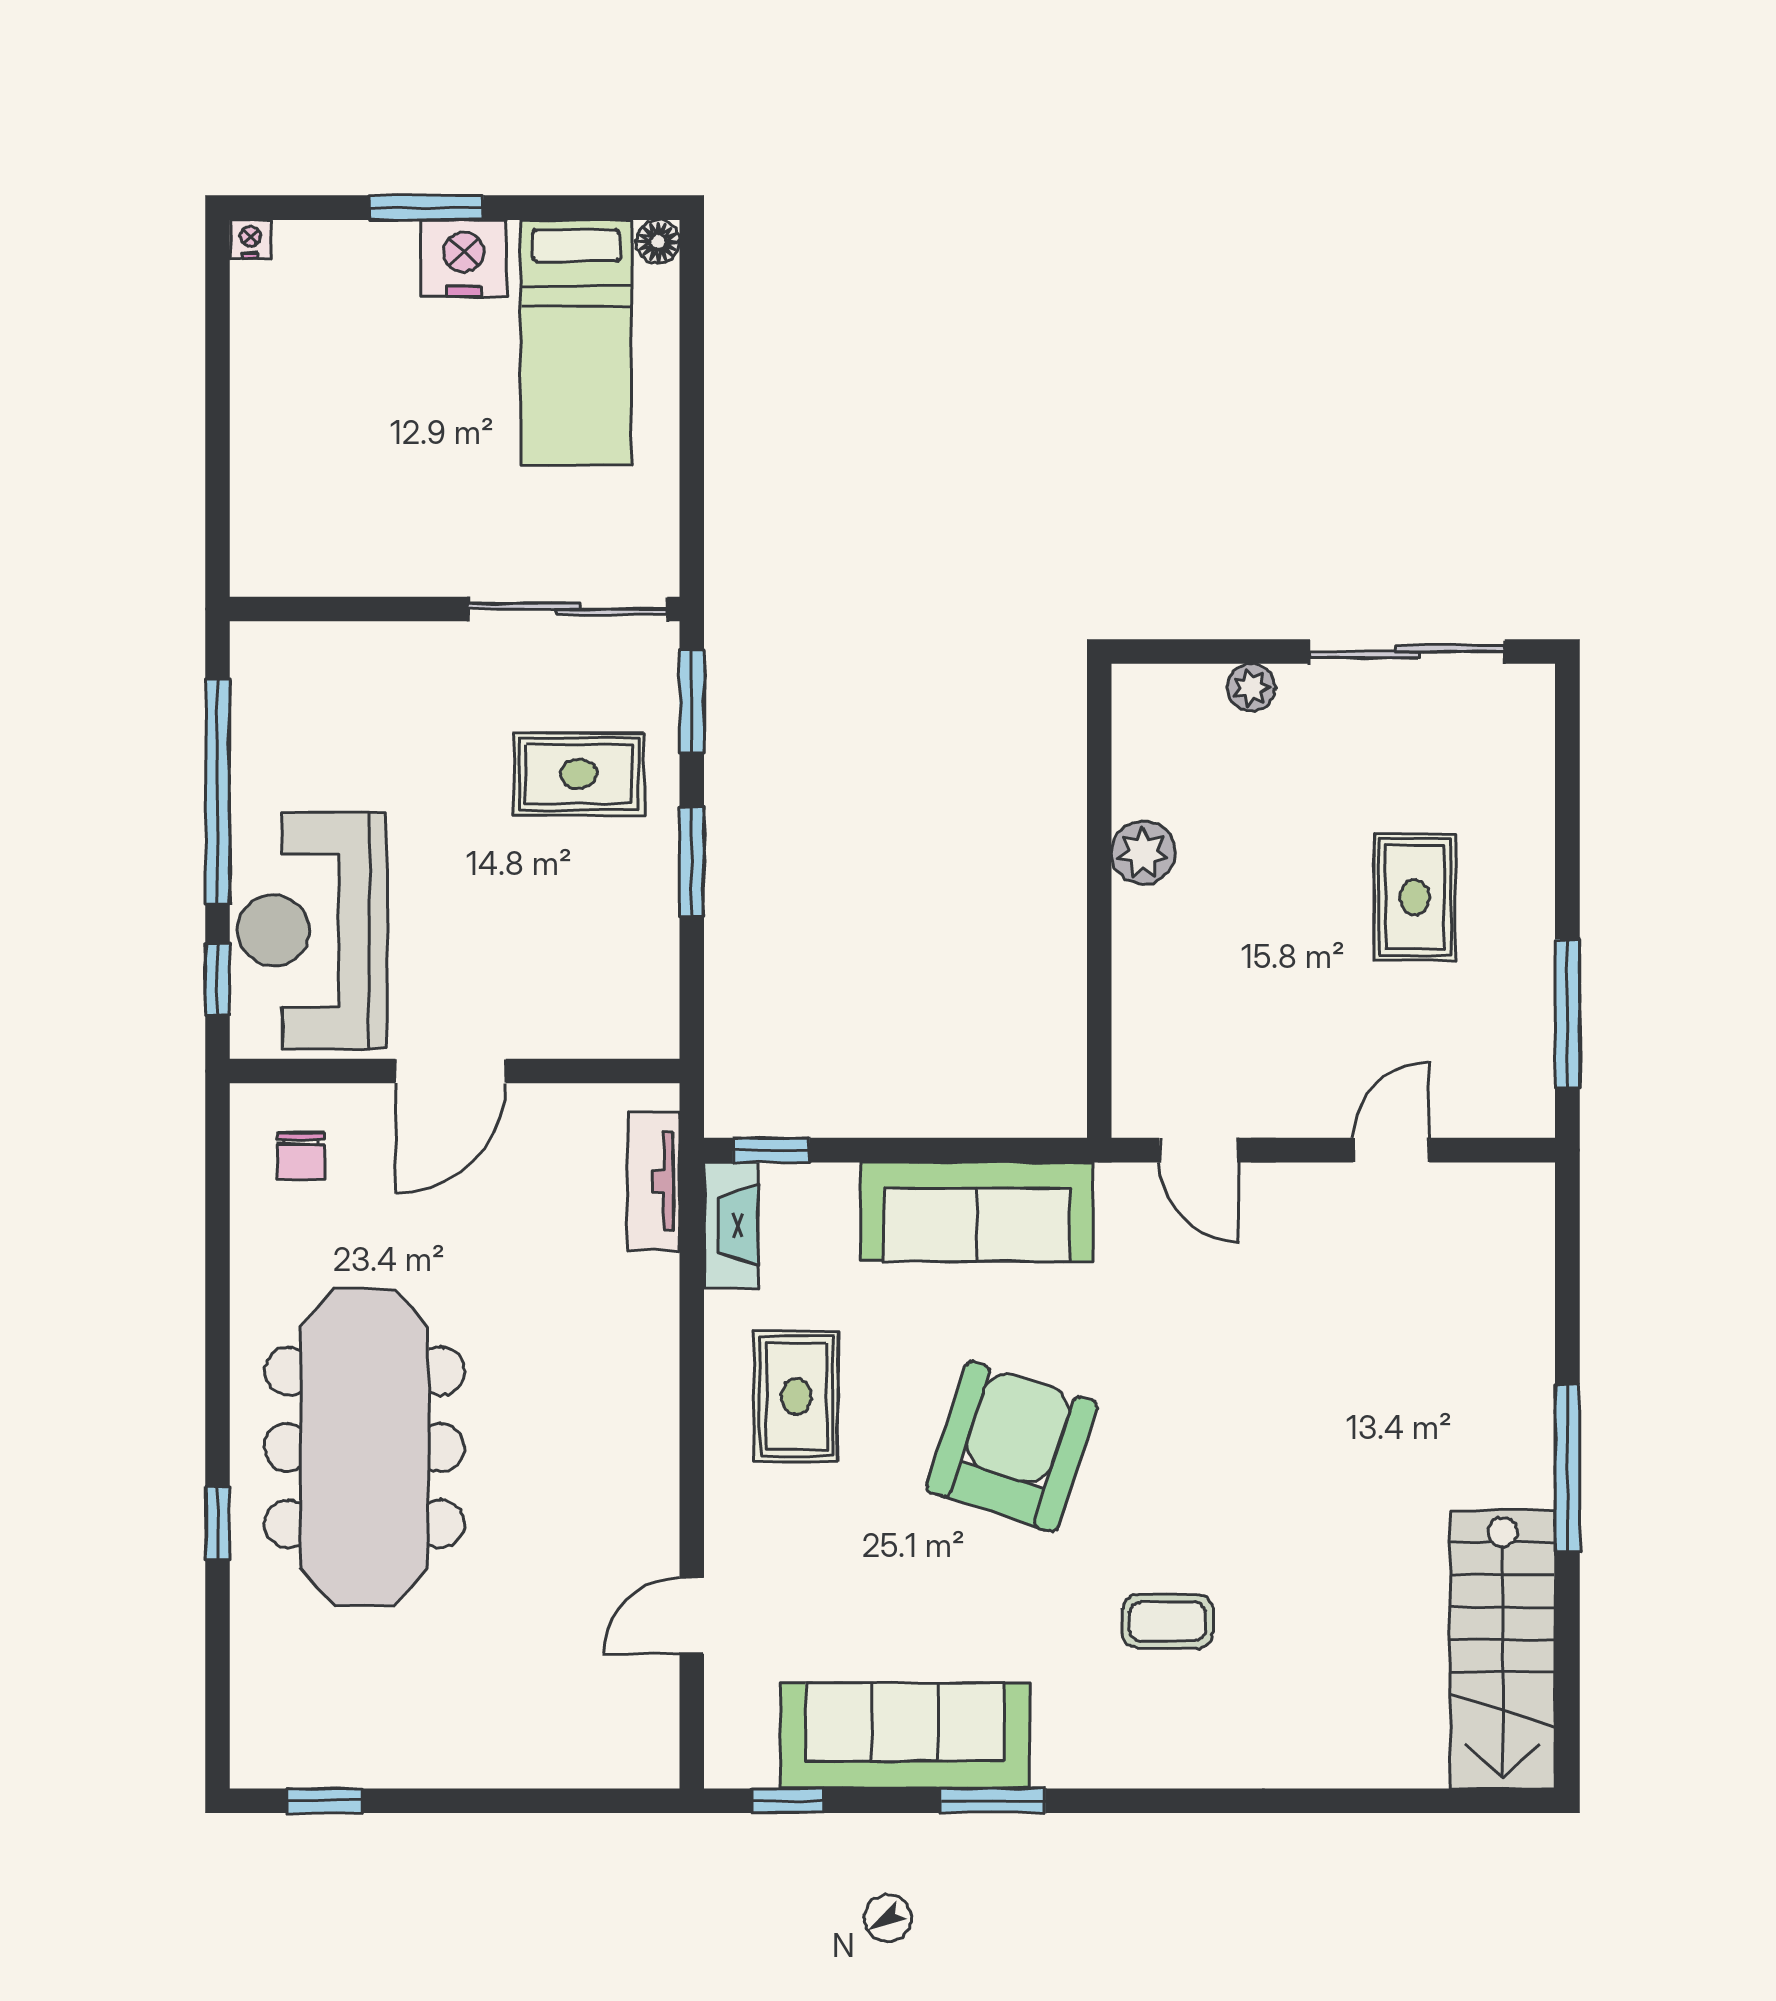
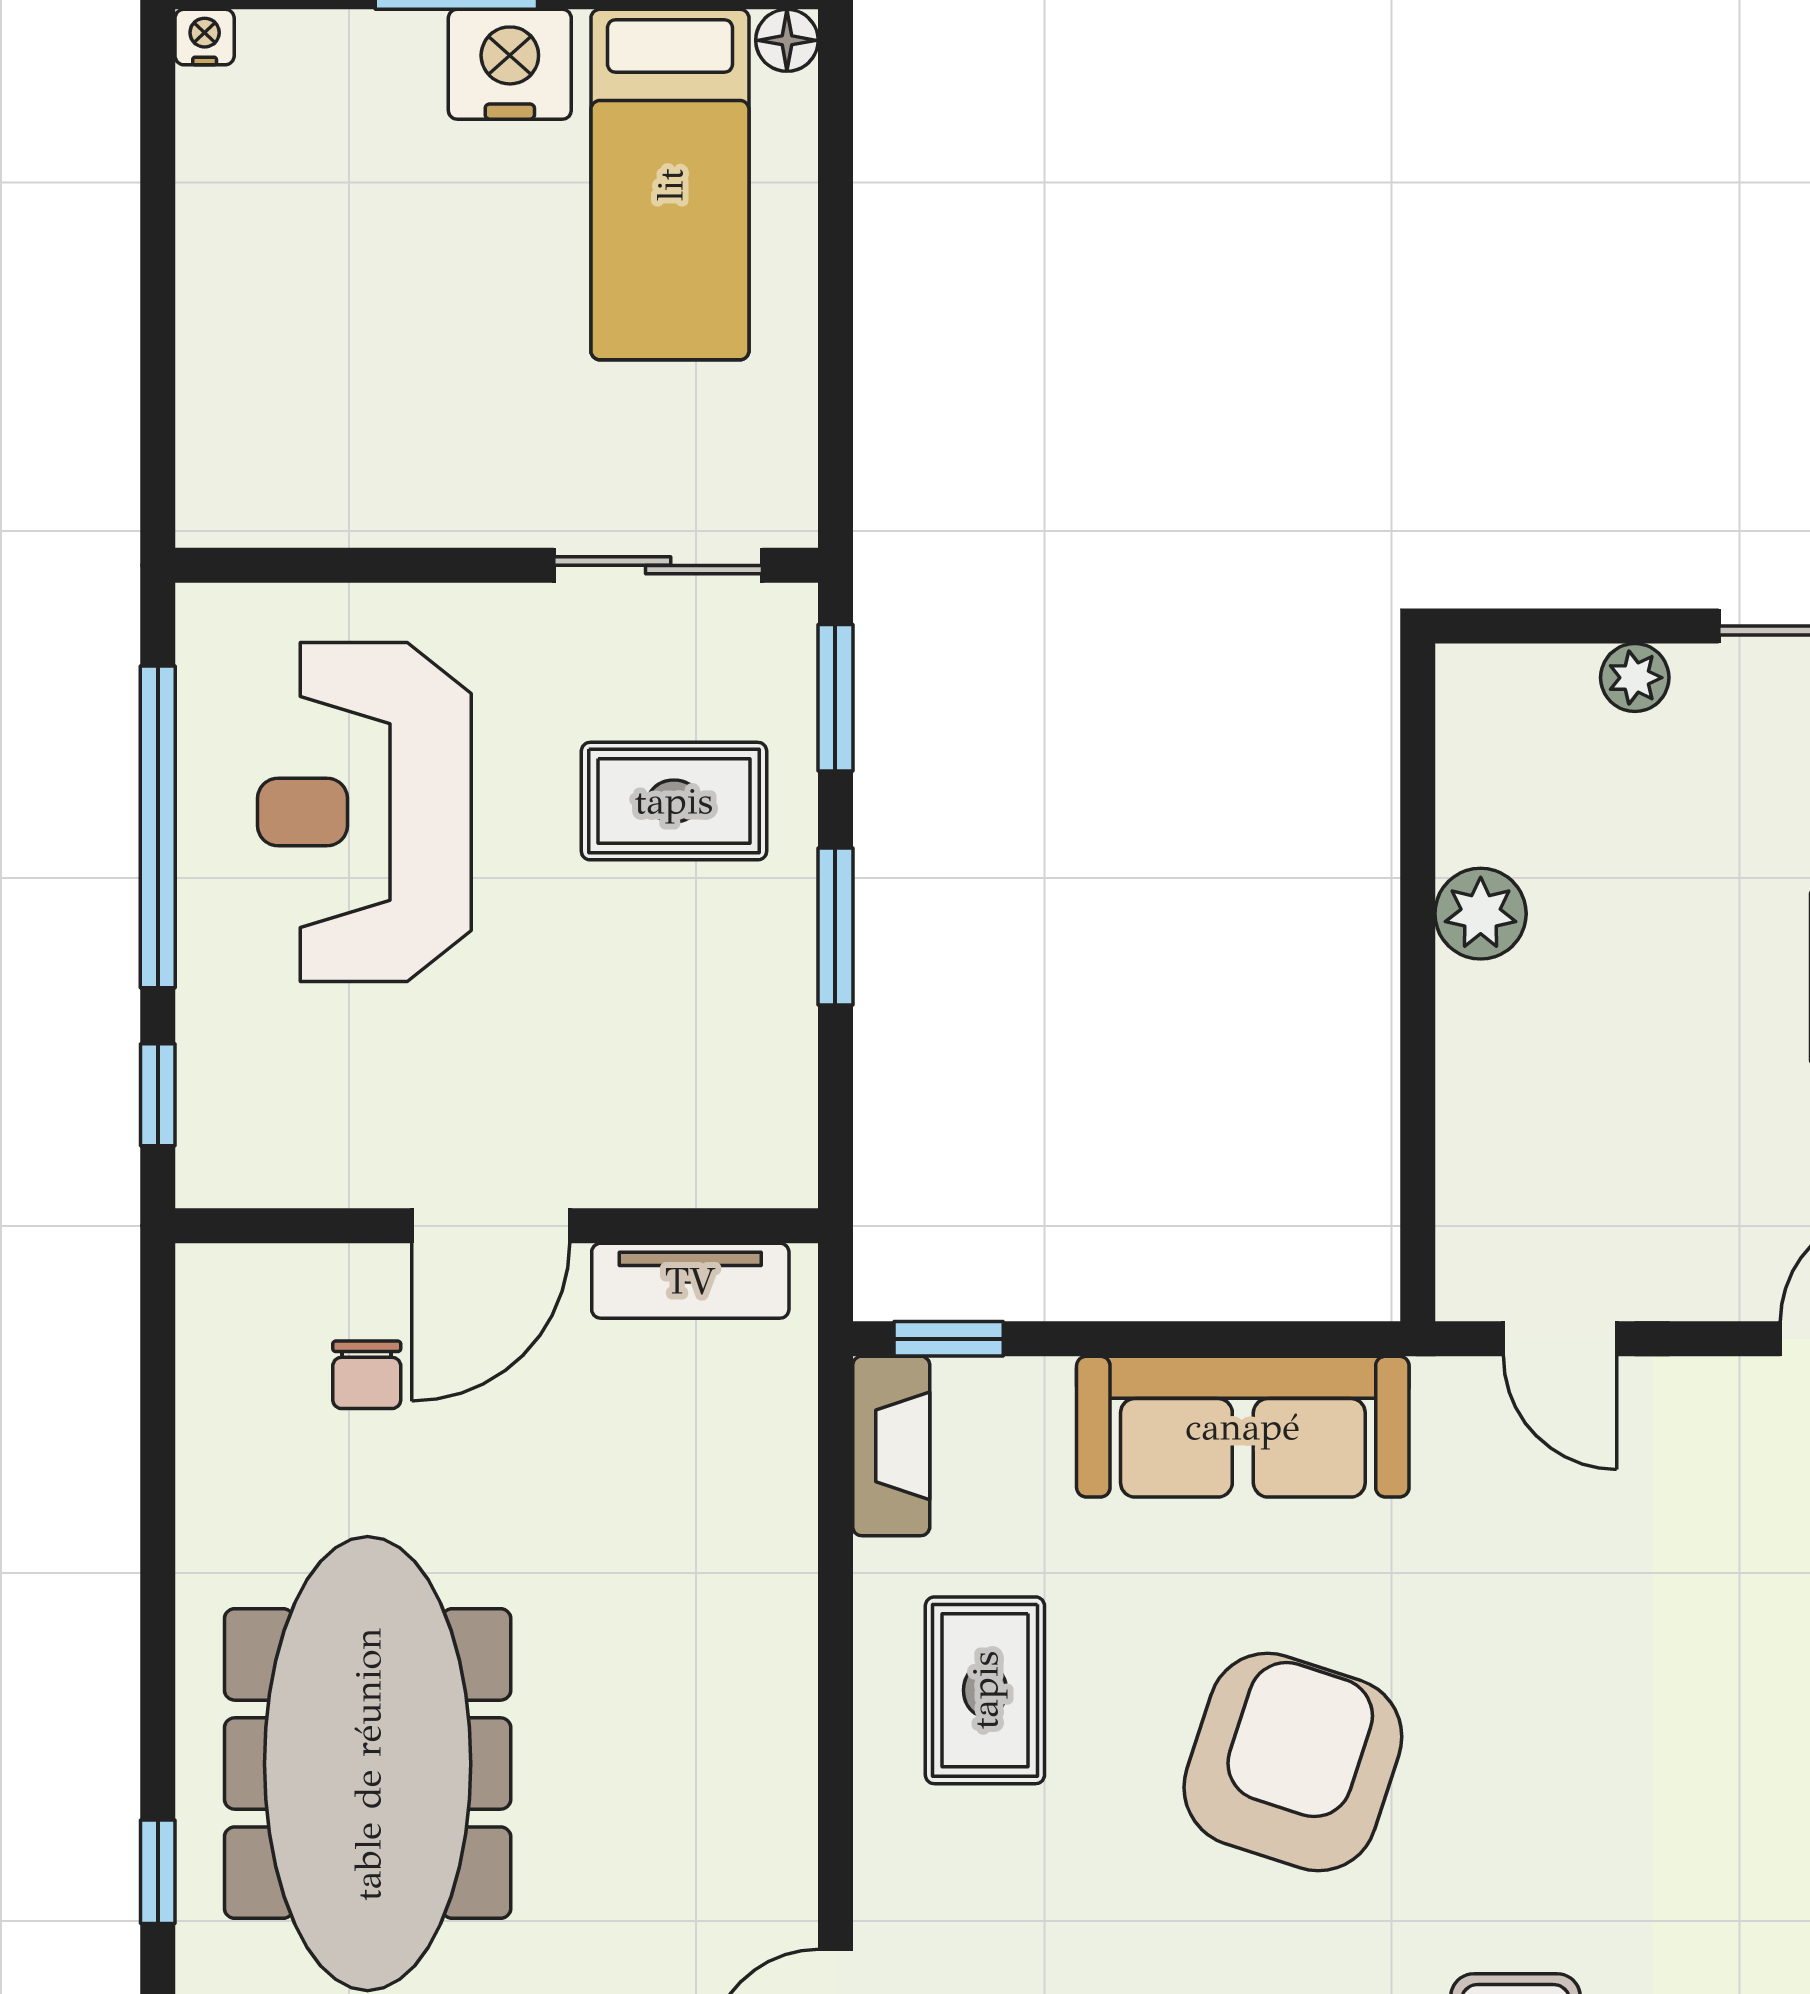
sliding door: (568, 609) -> (658, 565), width x0.73
reception desk: (312, 930) -> (364, 812), moved
chair: (301, 1156) -> (367, 1375), moved
tv unit: (653, 1181) -> (690, 1281), moved, turned -90

